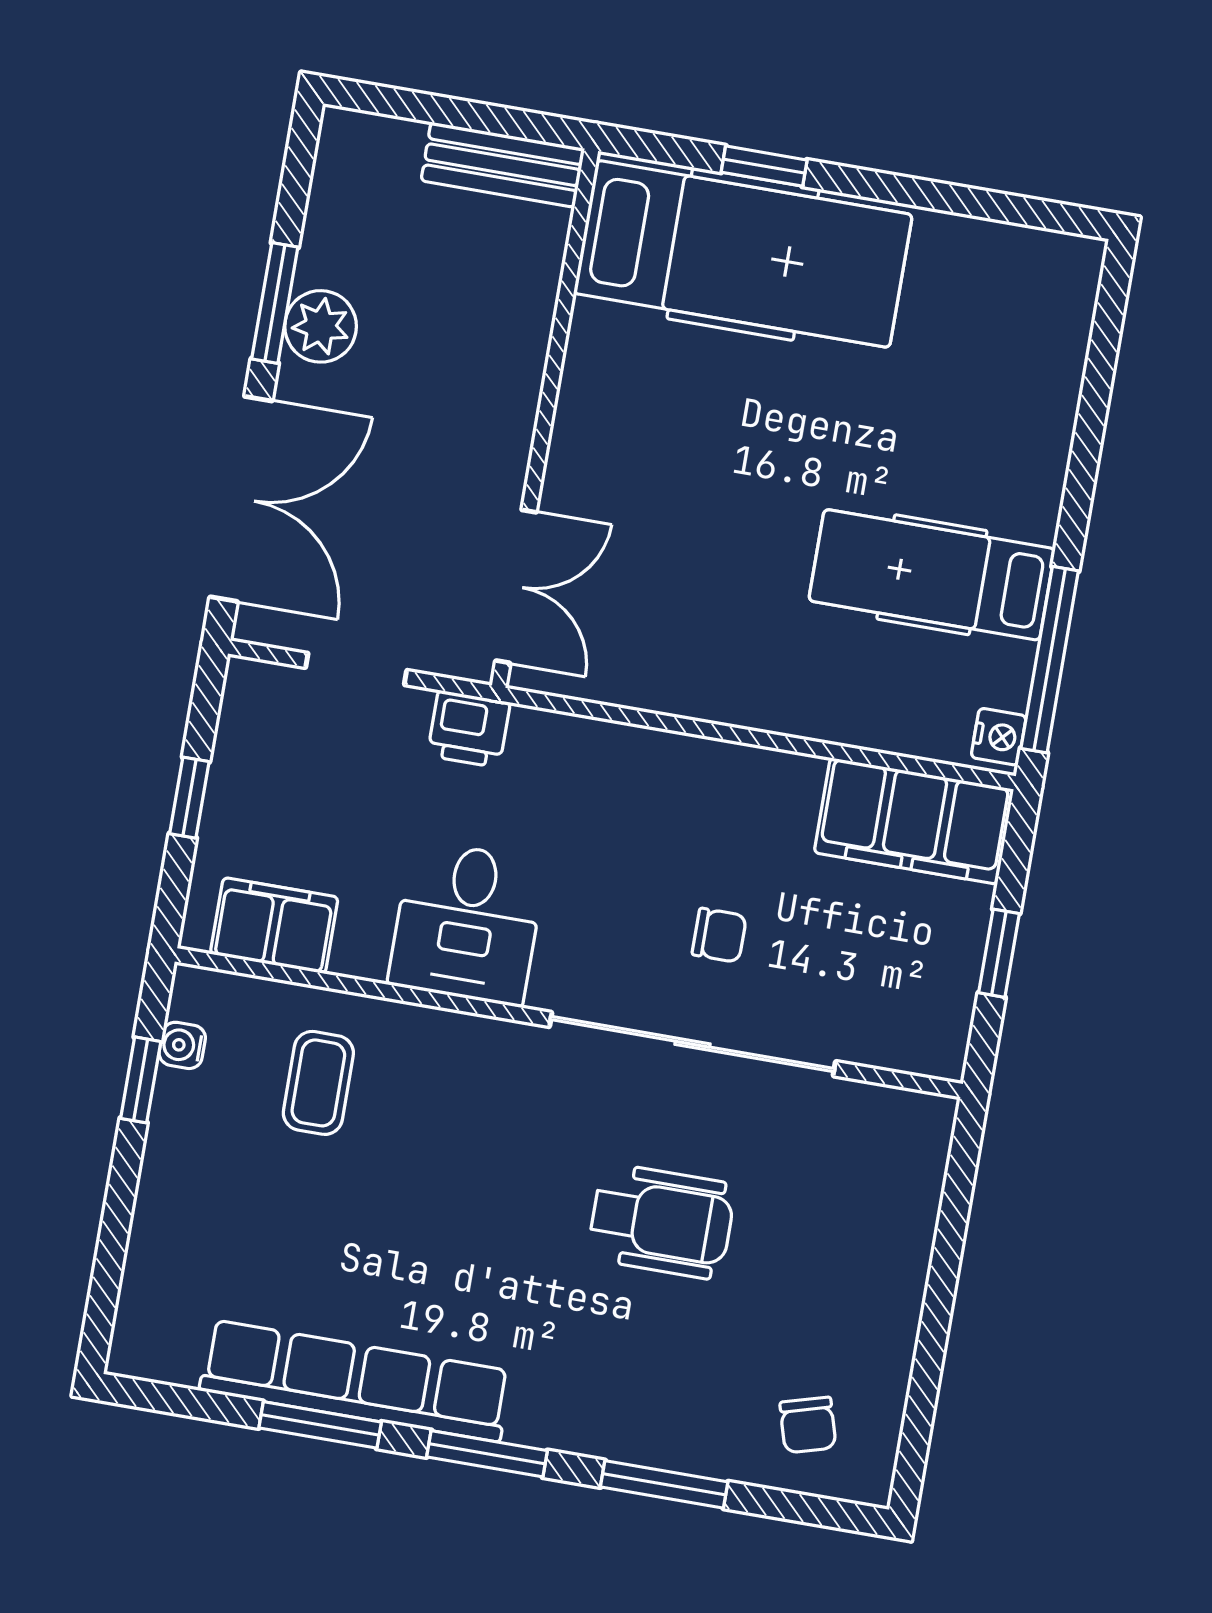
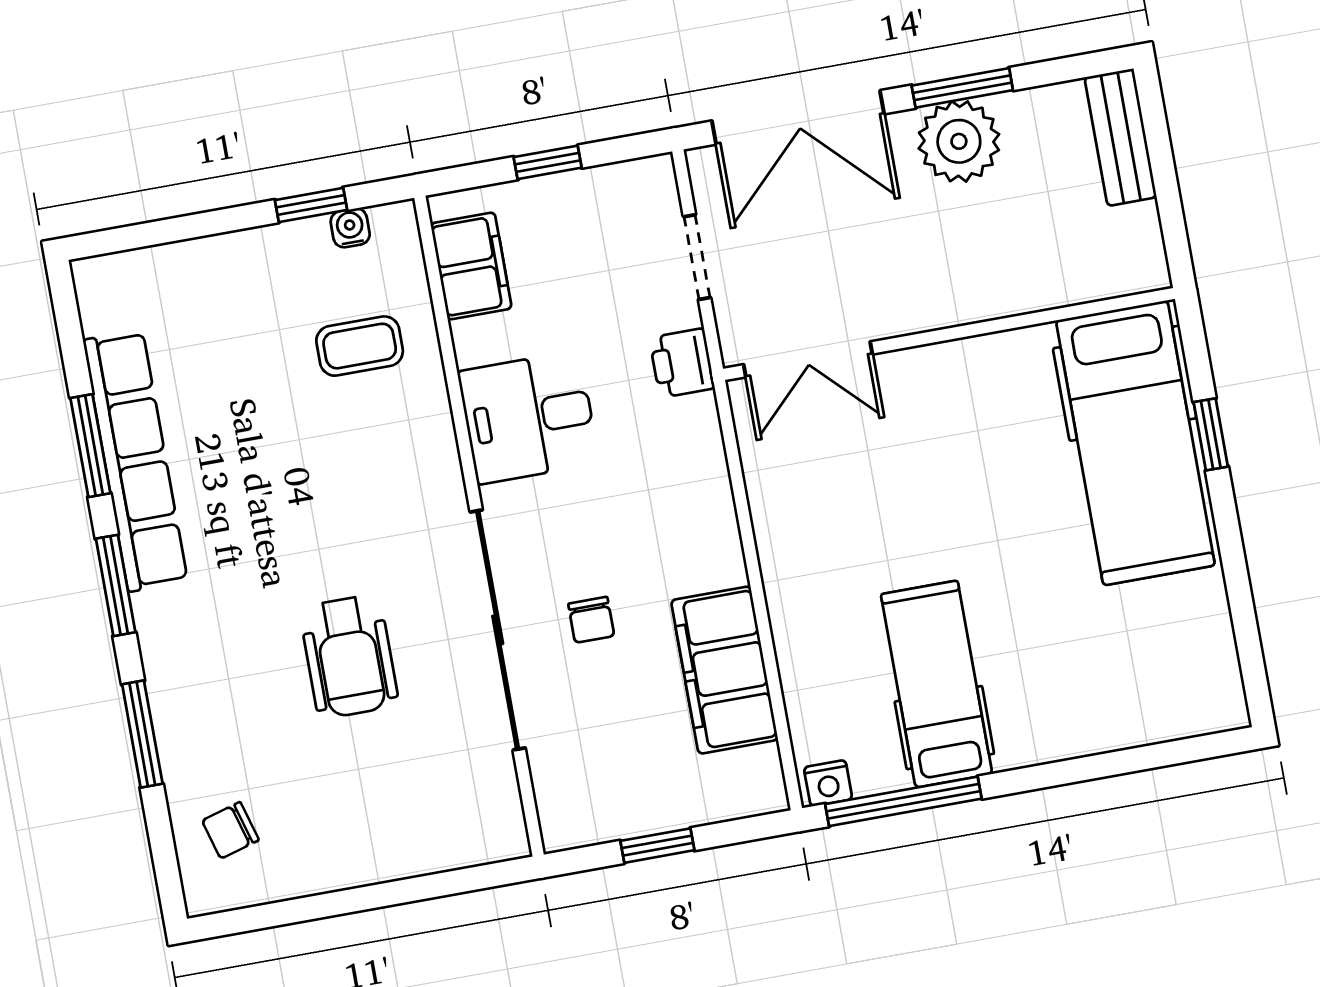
bench: (503, 165) -> (1121, 137), moved
plant: (321, 326) -> (959, 141), width x1.36, depth x1.36
filing cabinet: (914, 821) -> (724, 670), moved

